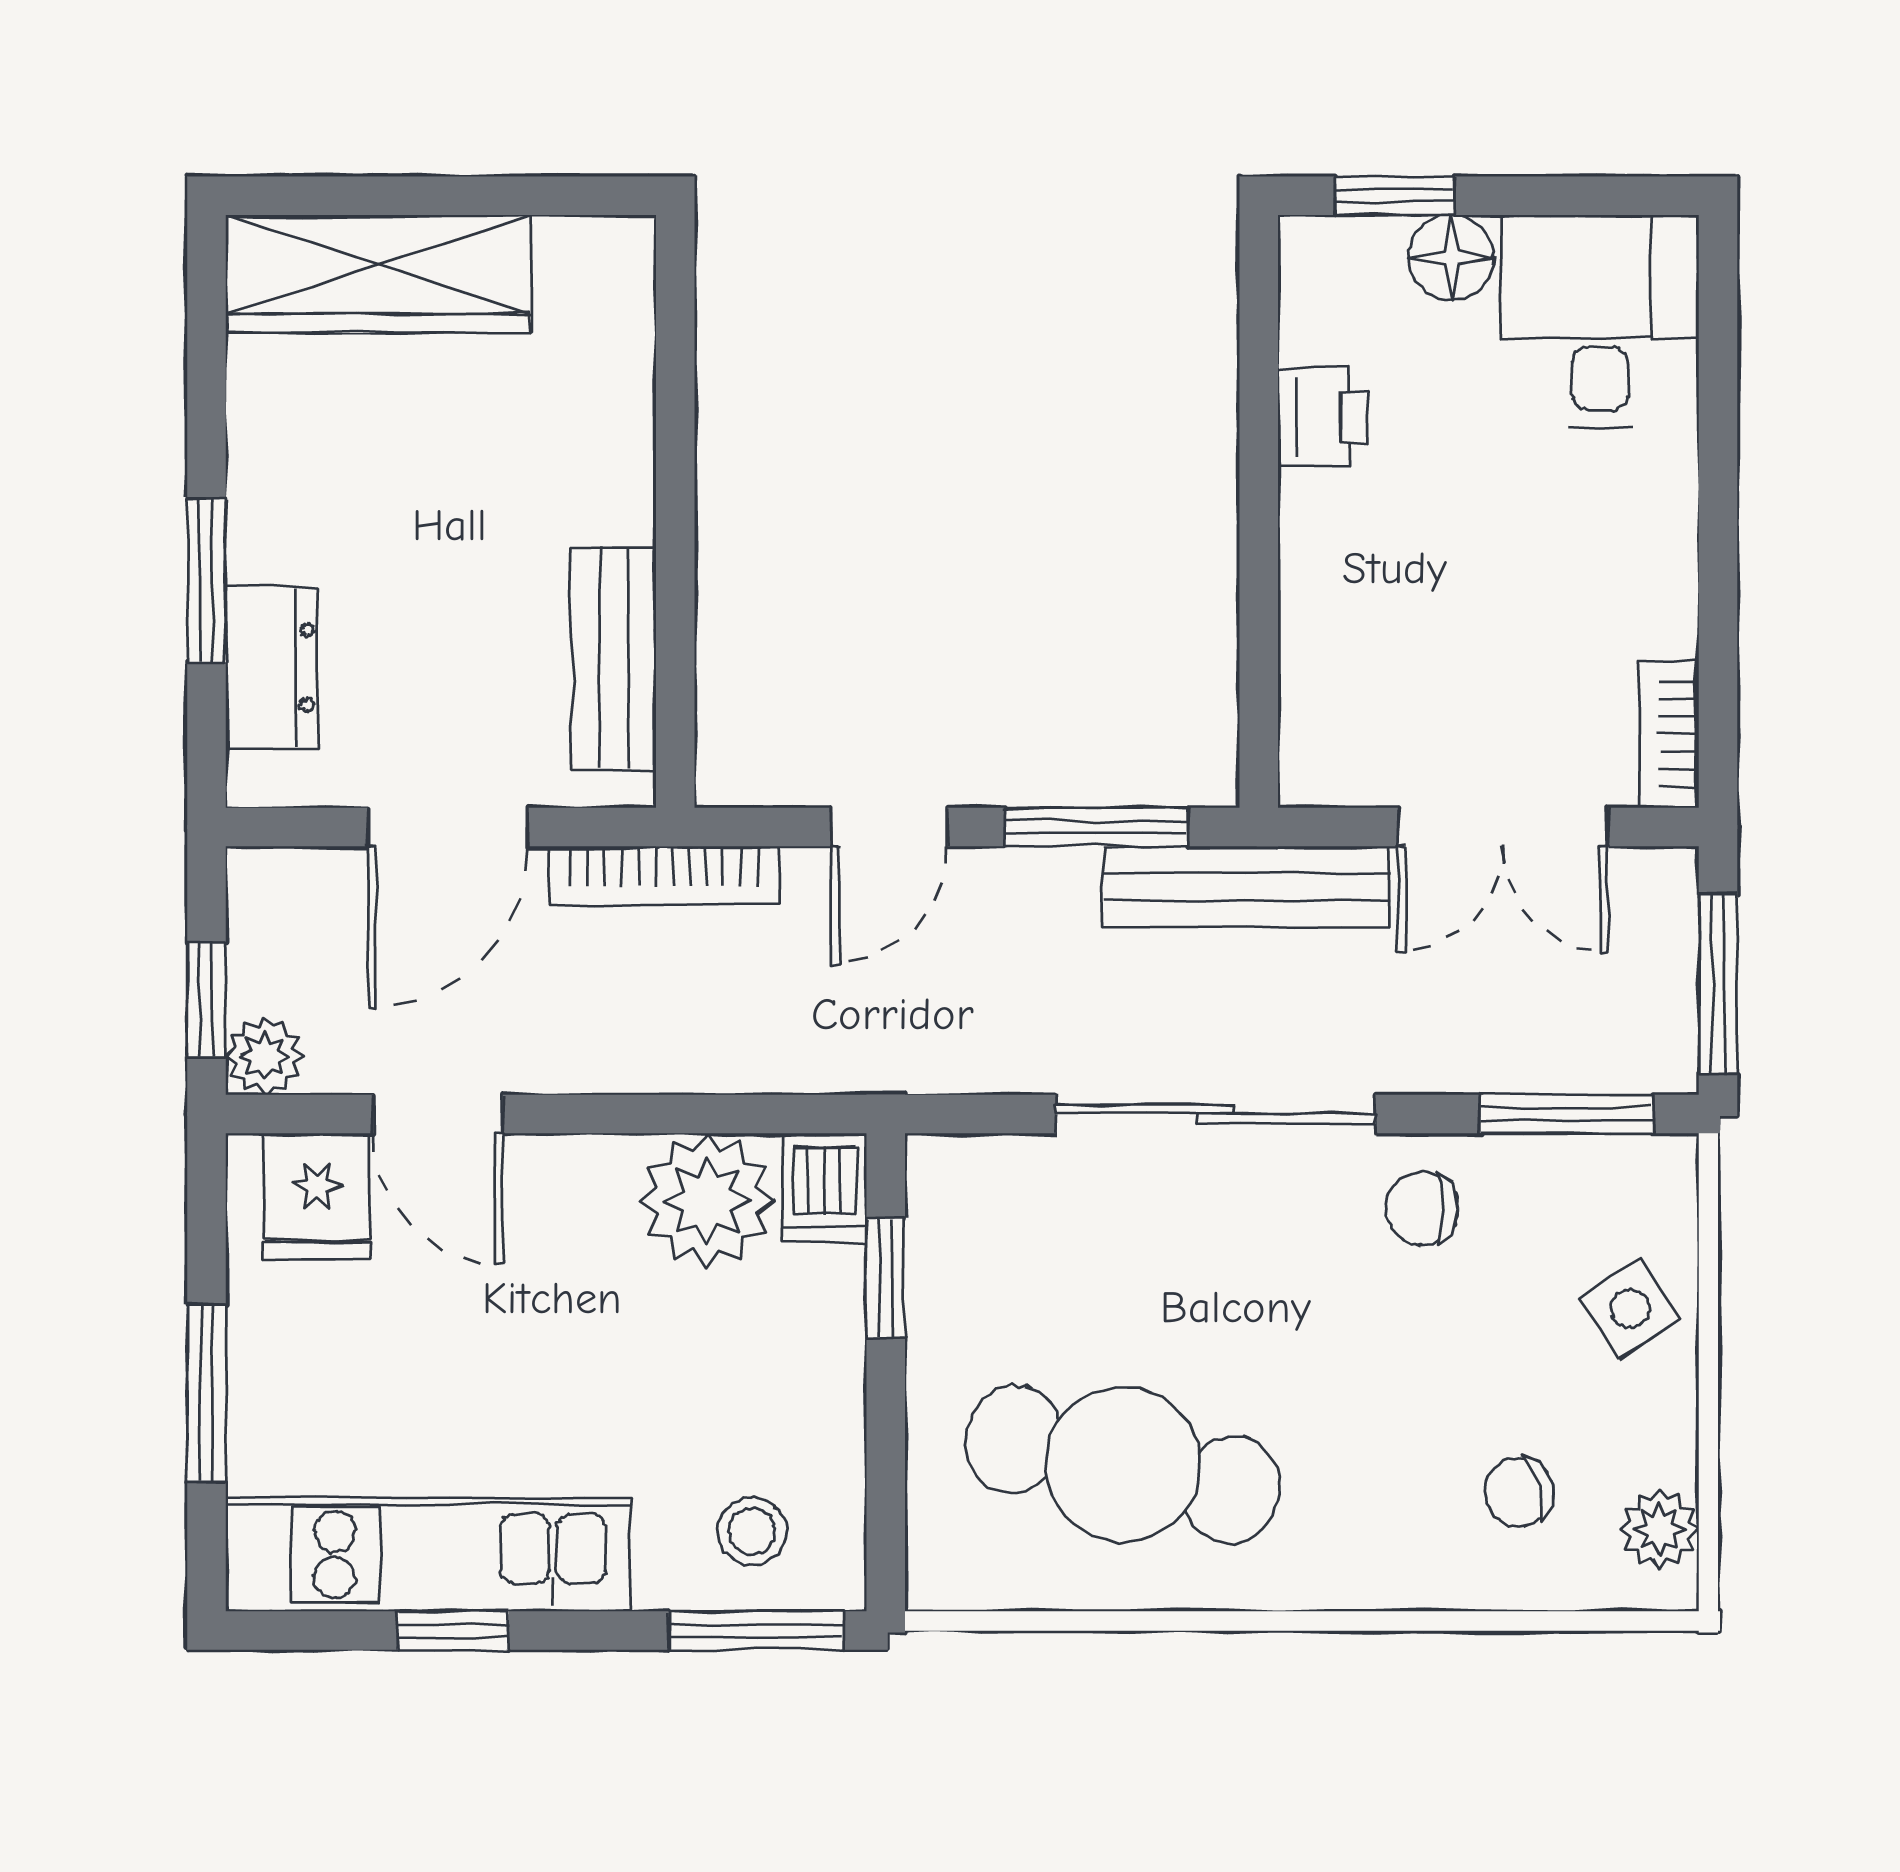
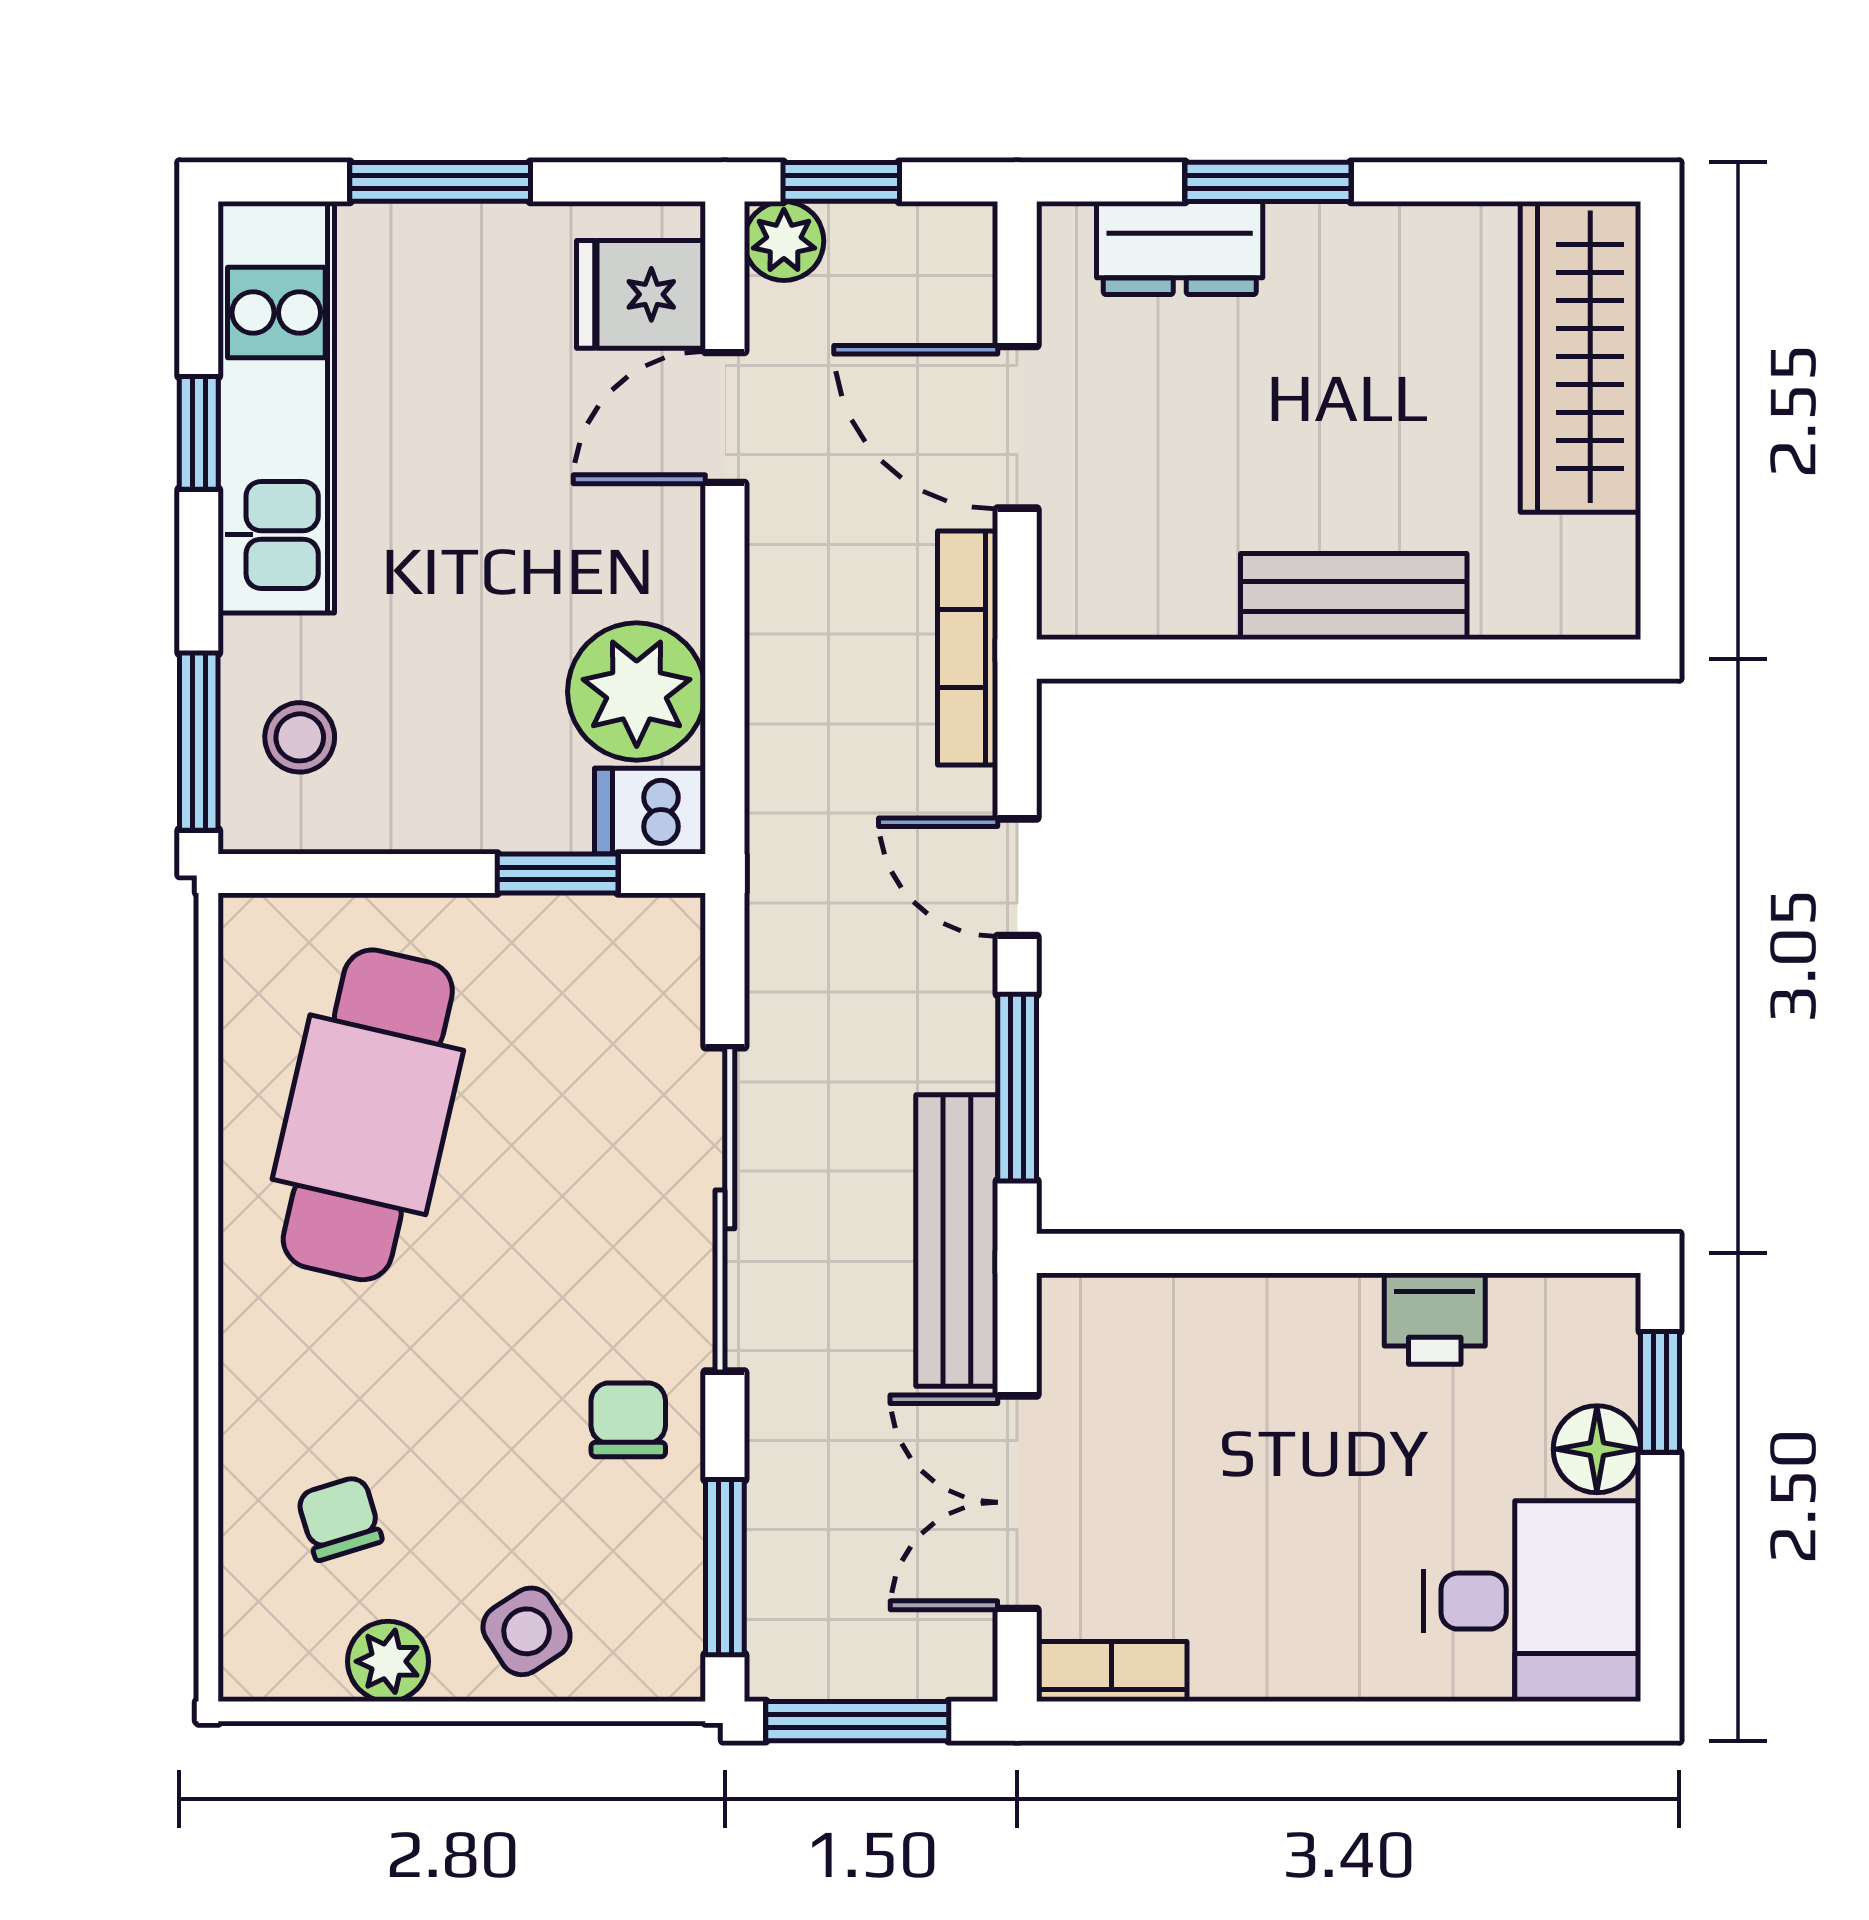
bench: (614, 659) -> (1354, 597), moved
plant: (1659, 1529) -> (388, 1661), moved

